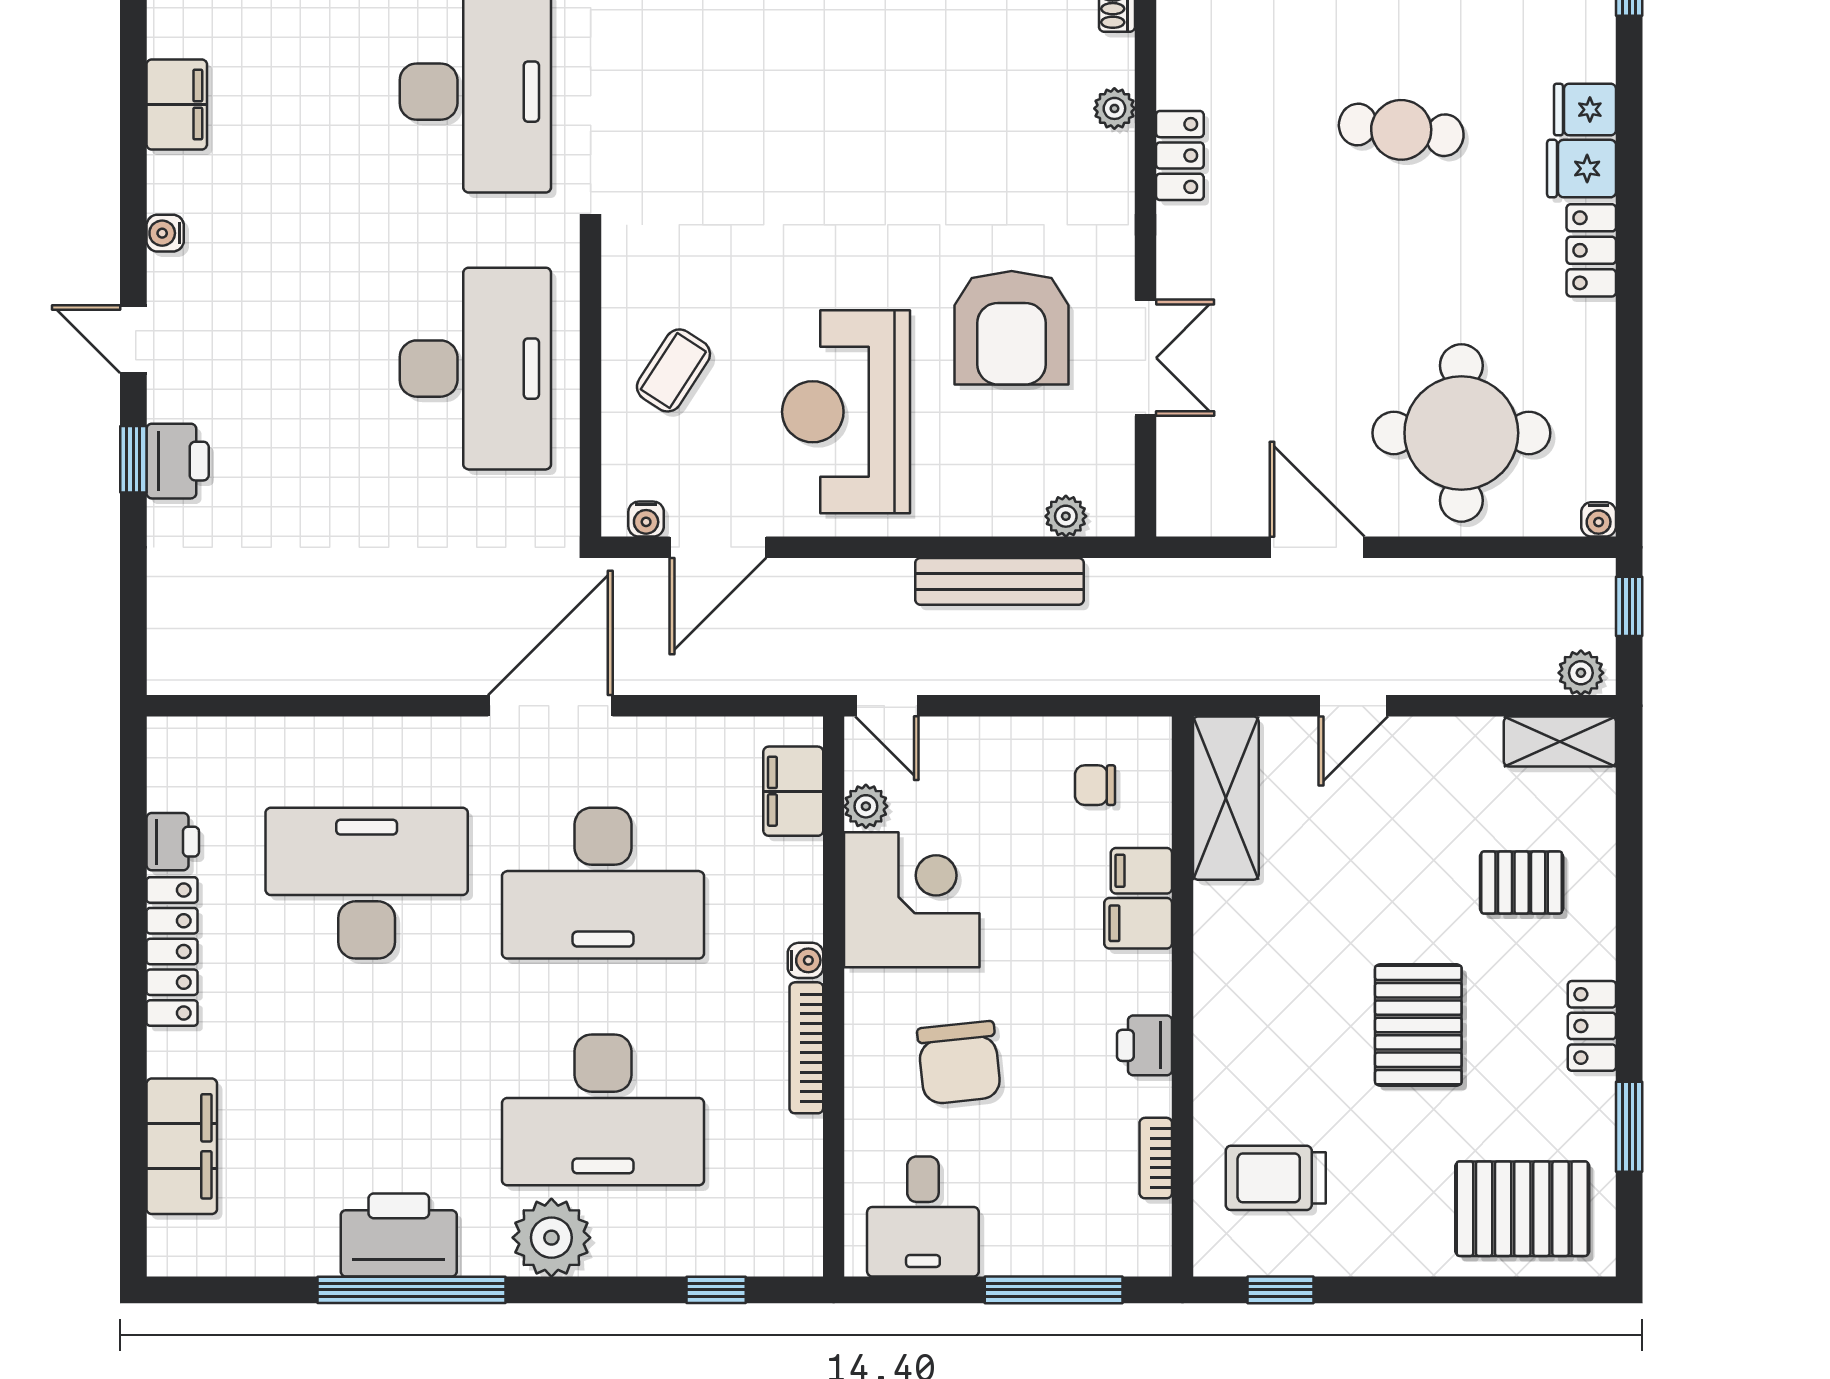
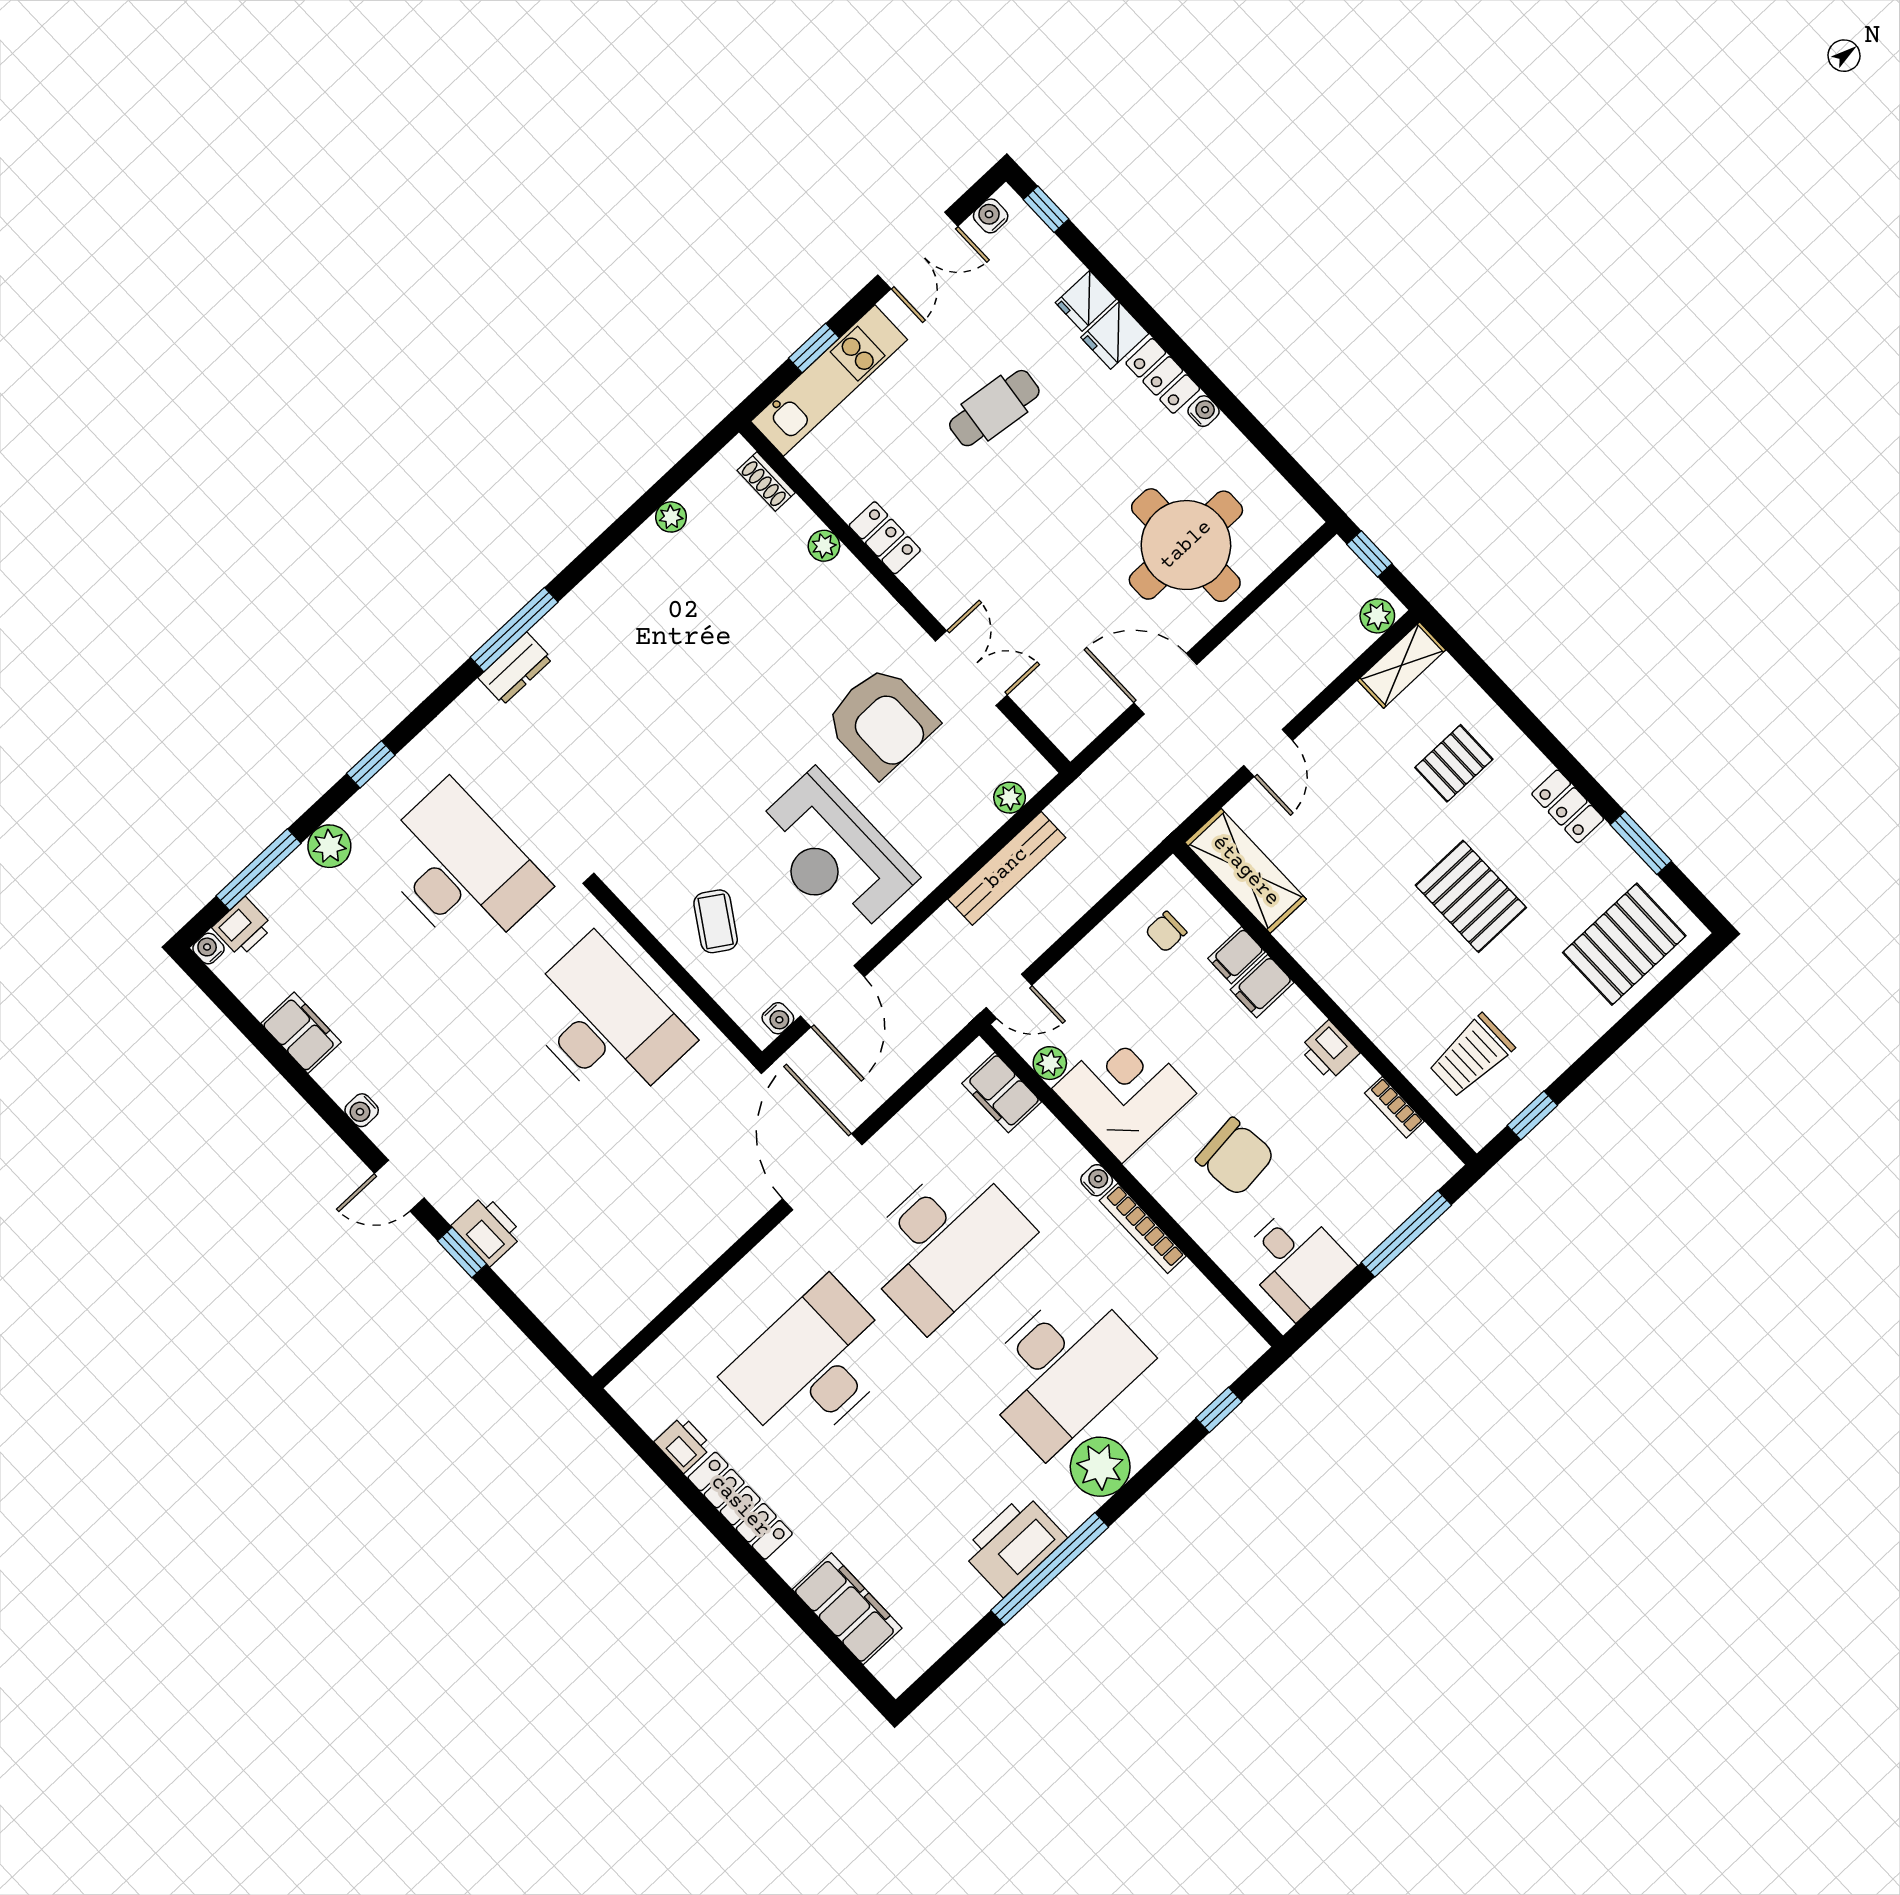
water cooler: (1599, 519) -> (1204, 411), moved, turned -90

